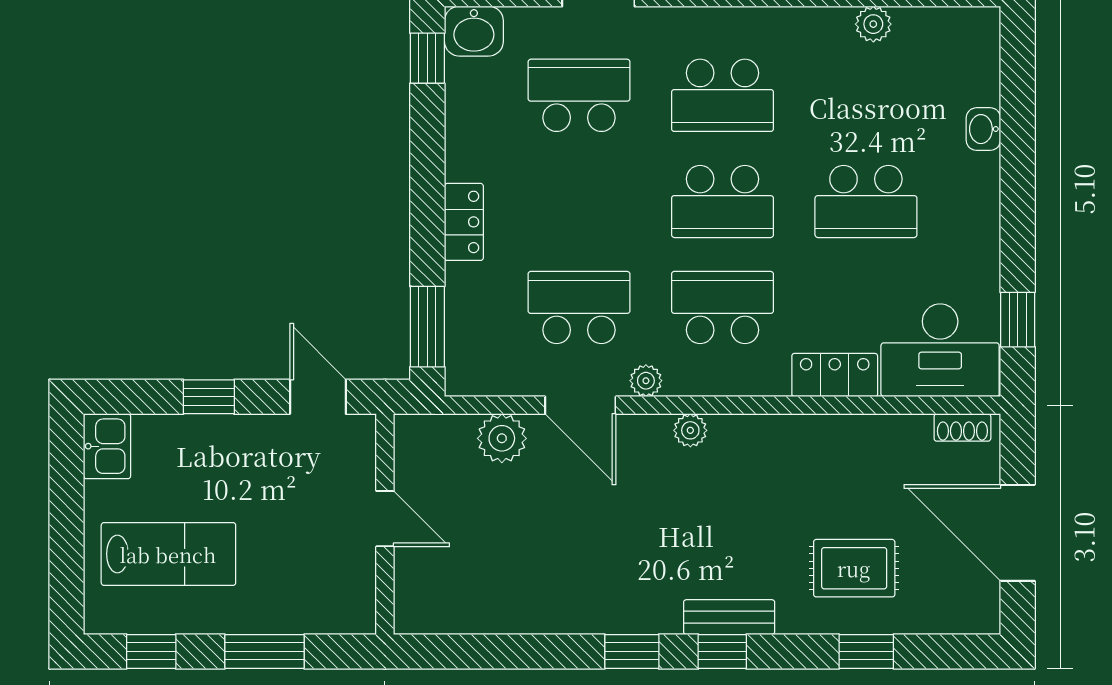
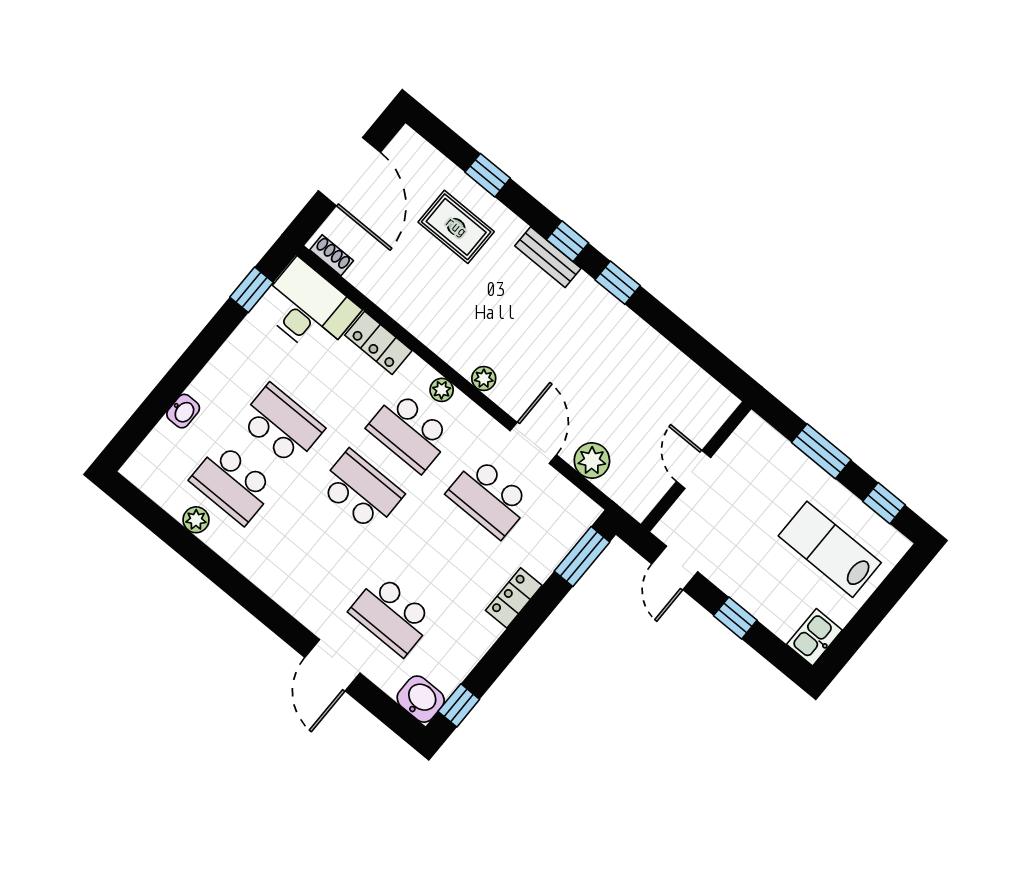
school desk: (722, 95) -> (233, 484), moved, turned 180
plant: (646, 381) -> (442, 390), moved

